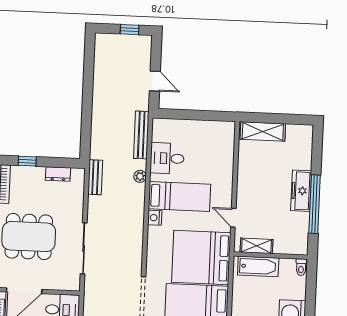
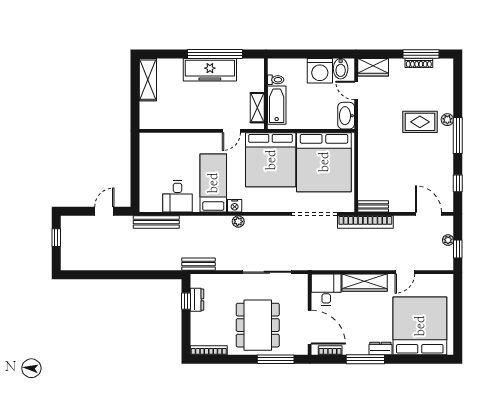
shelving: (263, 131) -> (148, 80), moved
window: (27, 161) -> (186, 301), moved
plant: (140, 176) -> (238, 222), moved
freezer: (301, 191) -> (210, 70), width x1.36, depth x1.26
toilet: (301, 267) -> (276, 80), moved

